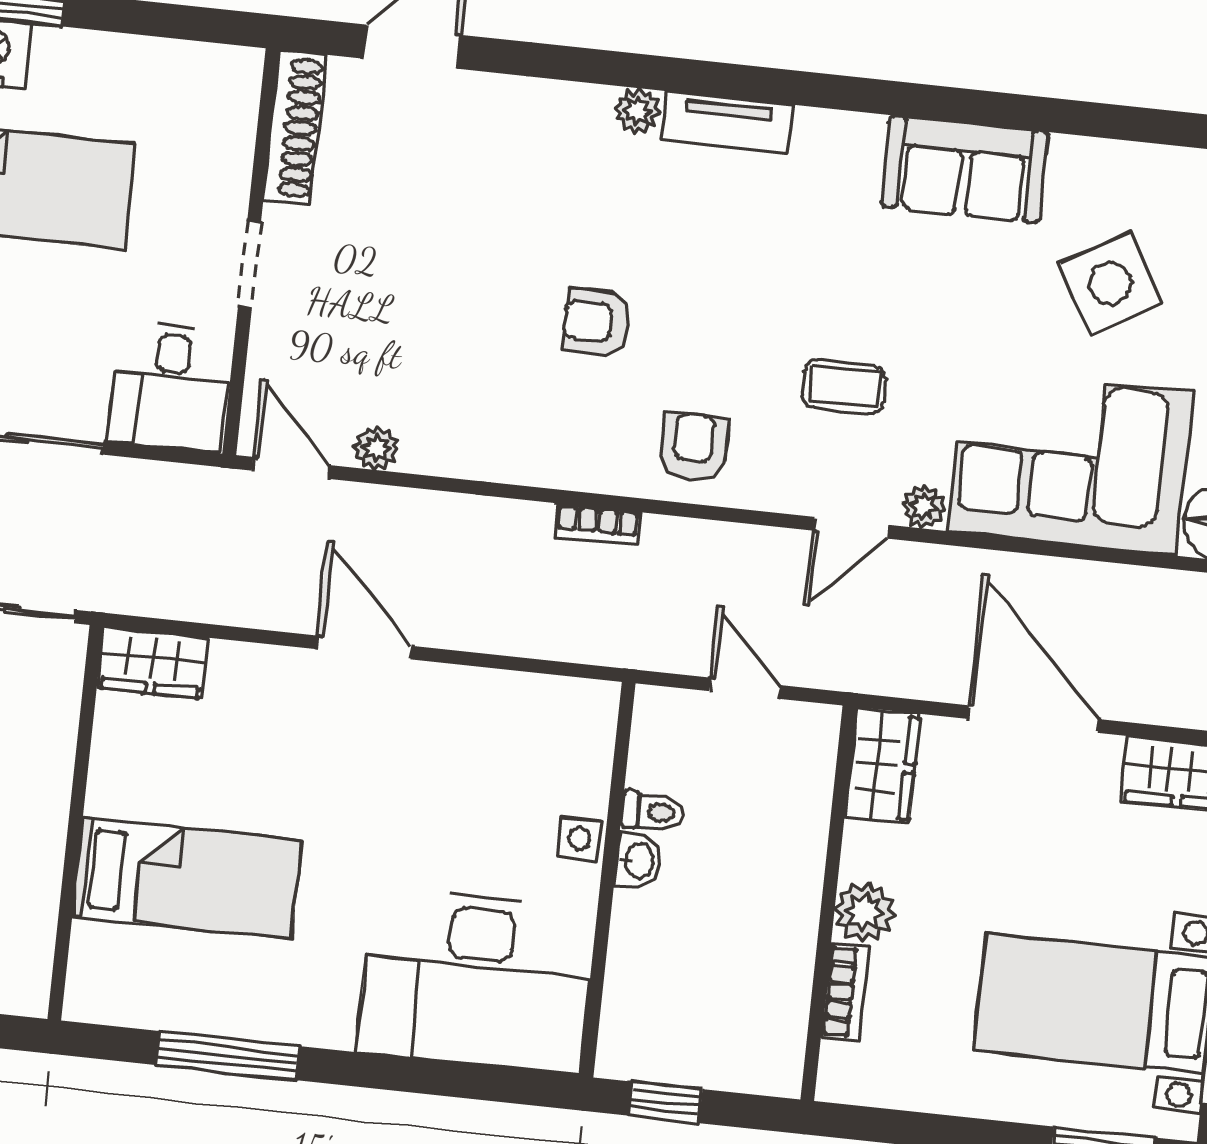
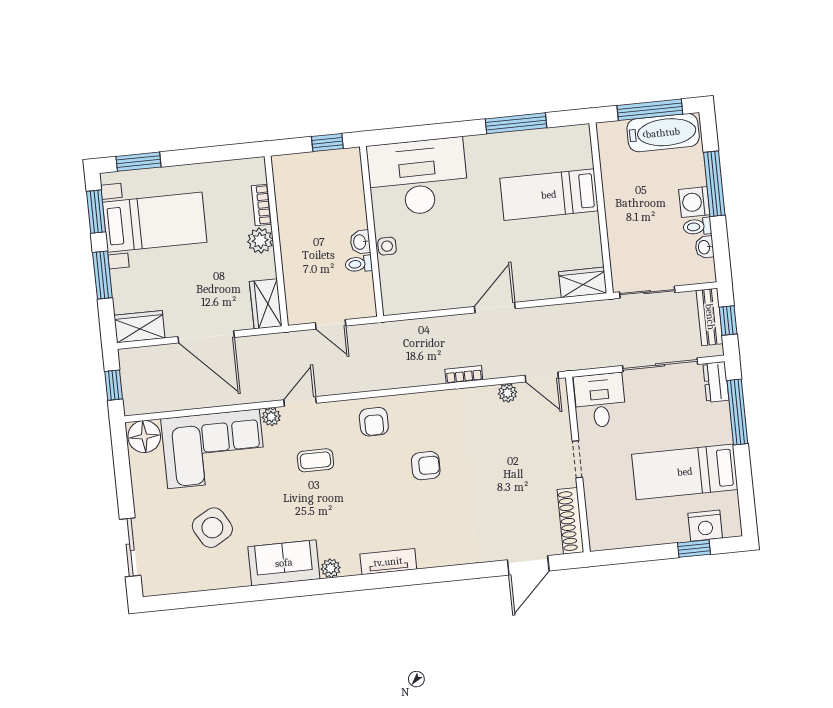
plant: (637, 111) -> (331, 568), moved
bookcase: (598, 525) -> (464, 375), moved
door: (364, 647) -> (495, 308), swing flipped

